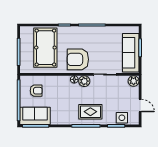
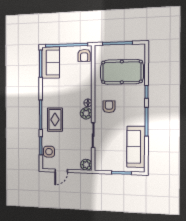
sofa: (131, 53) -> (136, 147), moved, turned -90
armchair: (78, 59) -> (109, 107), width x0.53, depth x0.53
armchair: (36, 91) -> (84, 55), moved

